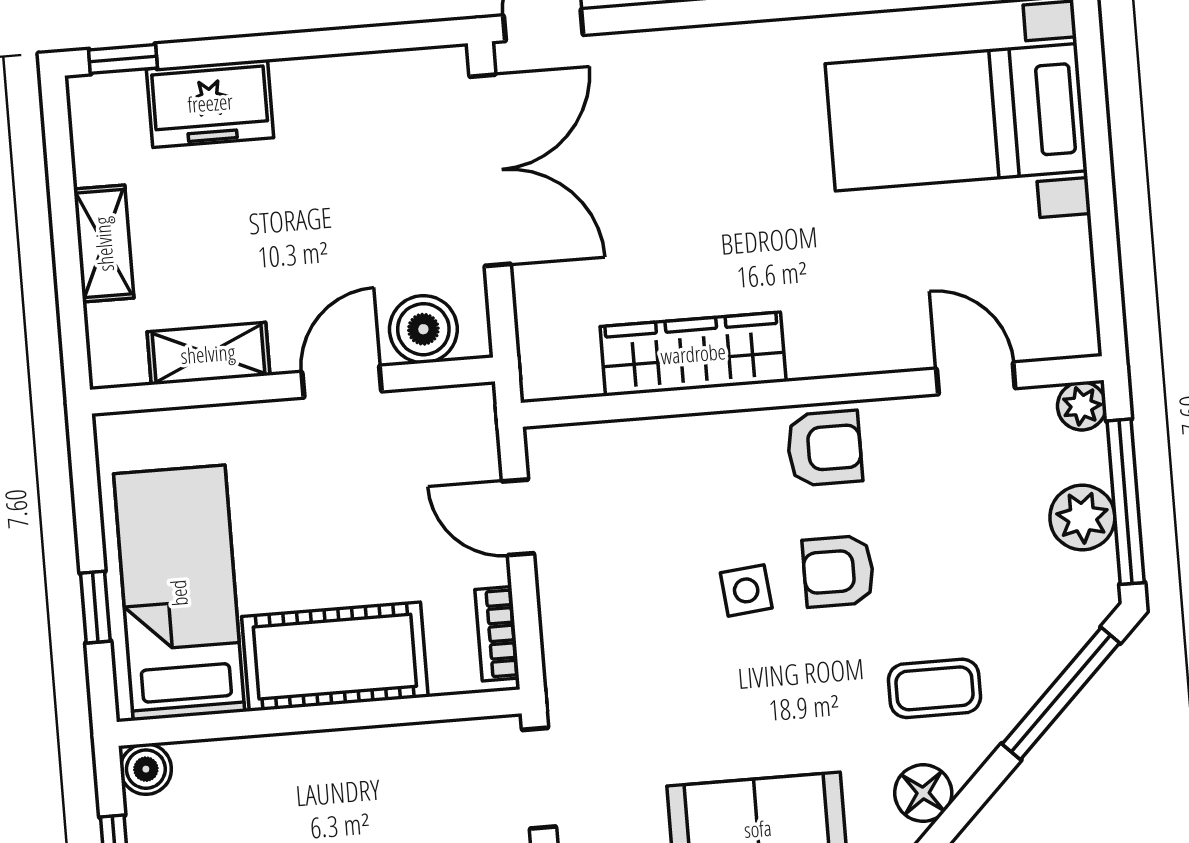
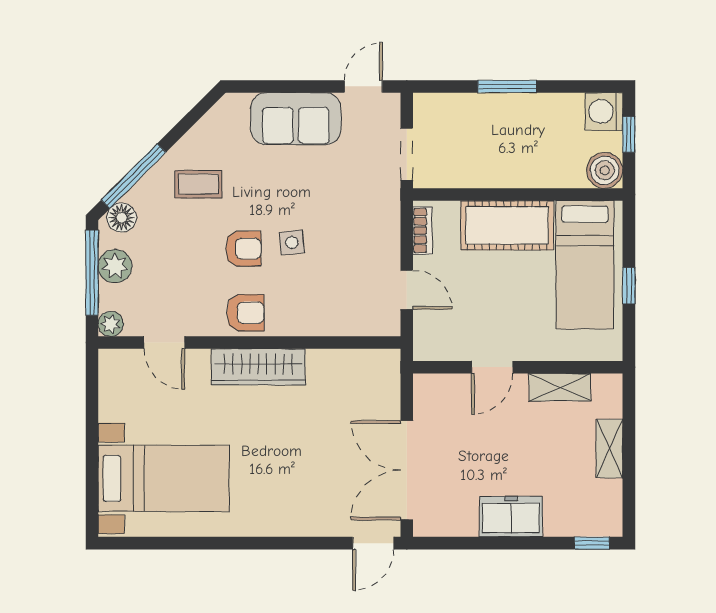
freezer: (210, 103) -> (511, 516), moved
boiler: (423, 329) -> (448, 391), removed
wardrobe: (693, 354) -> (258, 367), moved
armchair: (824, 448) -> (245, 313), turned 180
window: (95, 607) -> (629, 286), moved
boiler: (146, 769) -> (605, 170), width x1.36, depth x1.36
floor lamp: (923, 793) -> (122, 218), moved

